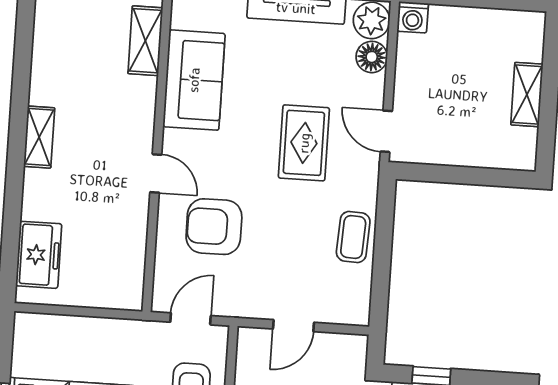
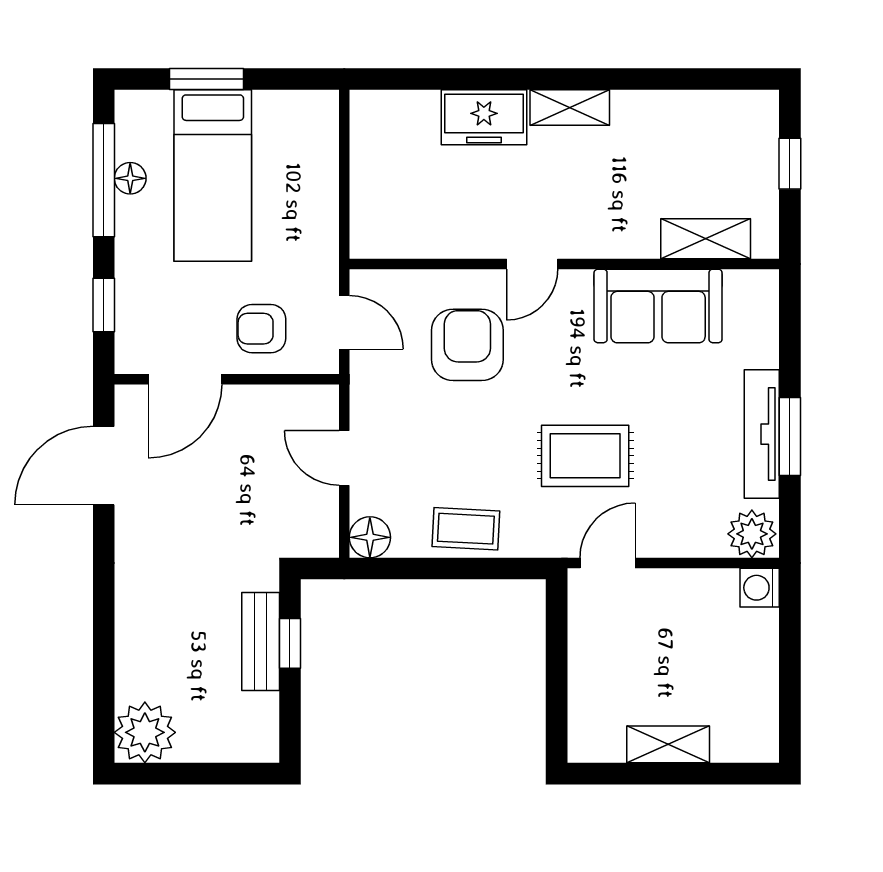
floor lamp: (372, 57) -> (370, 537), moved
freezer: (39, 255) -> (484, 117), moved

